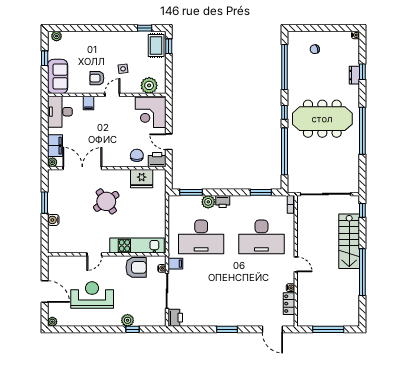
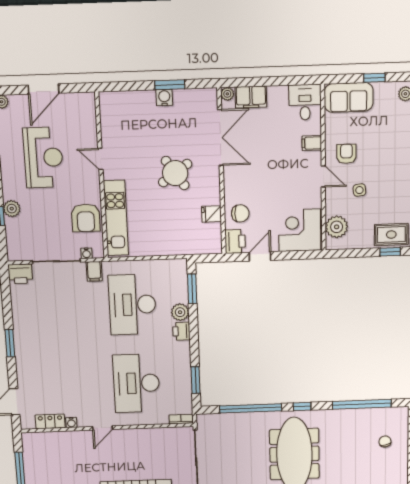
desk: (60, 112) -> (305, 102), width x0.73
fridge: (142, 179) -> (211, 214), width x0.53, depth x0.75
water cooler: (53, 220) -> (164, 98), moved

